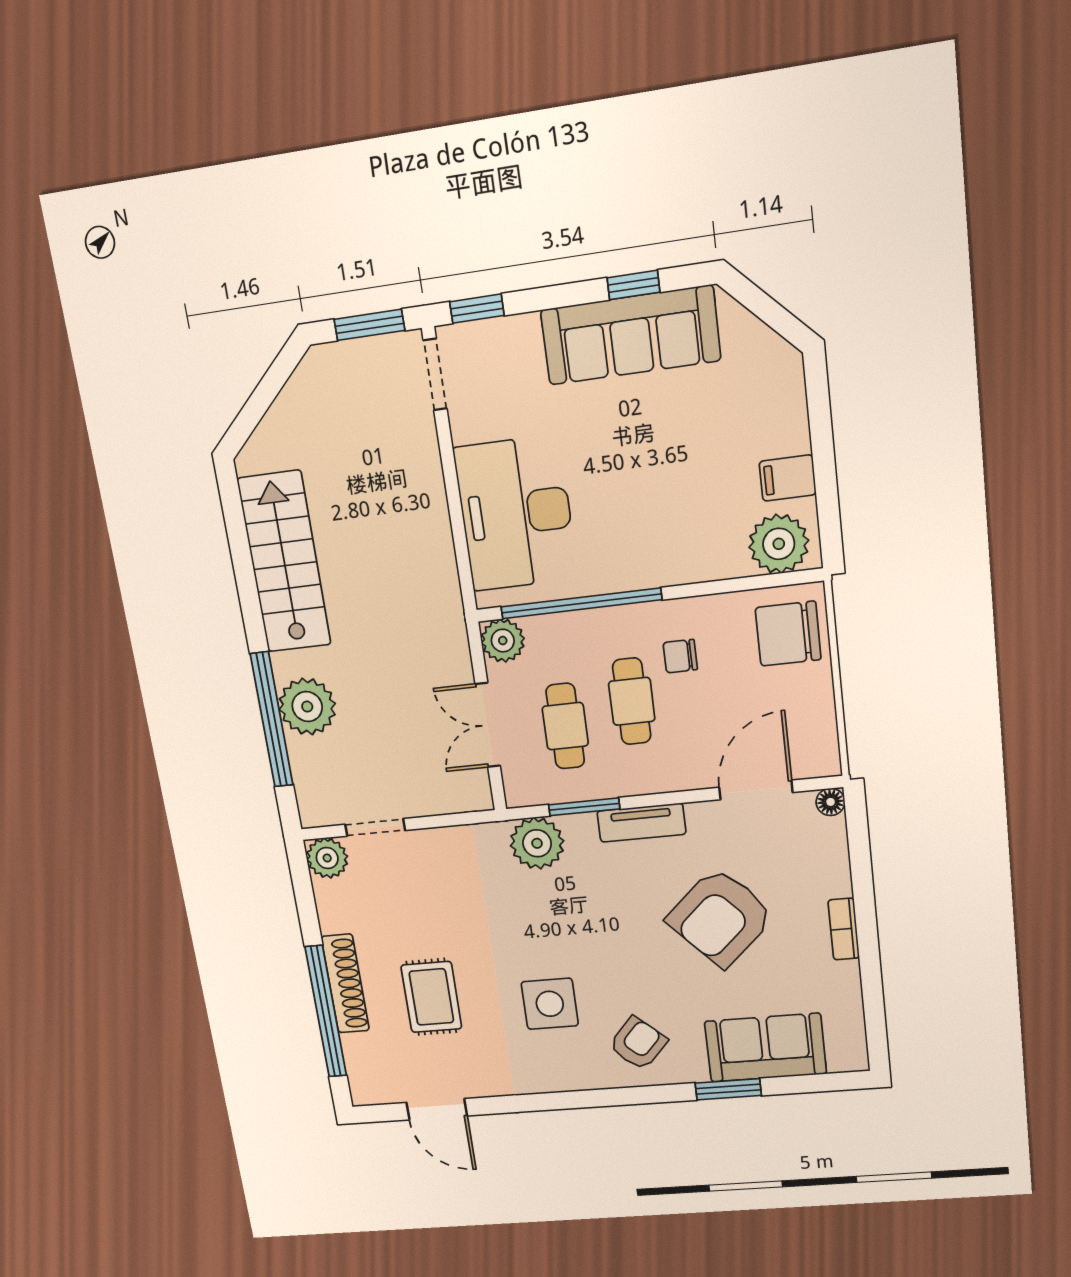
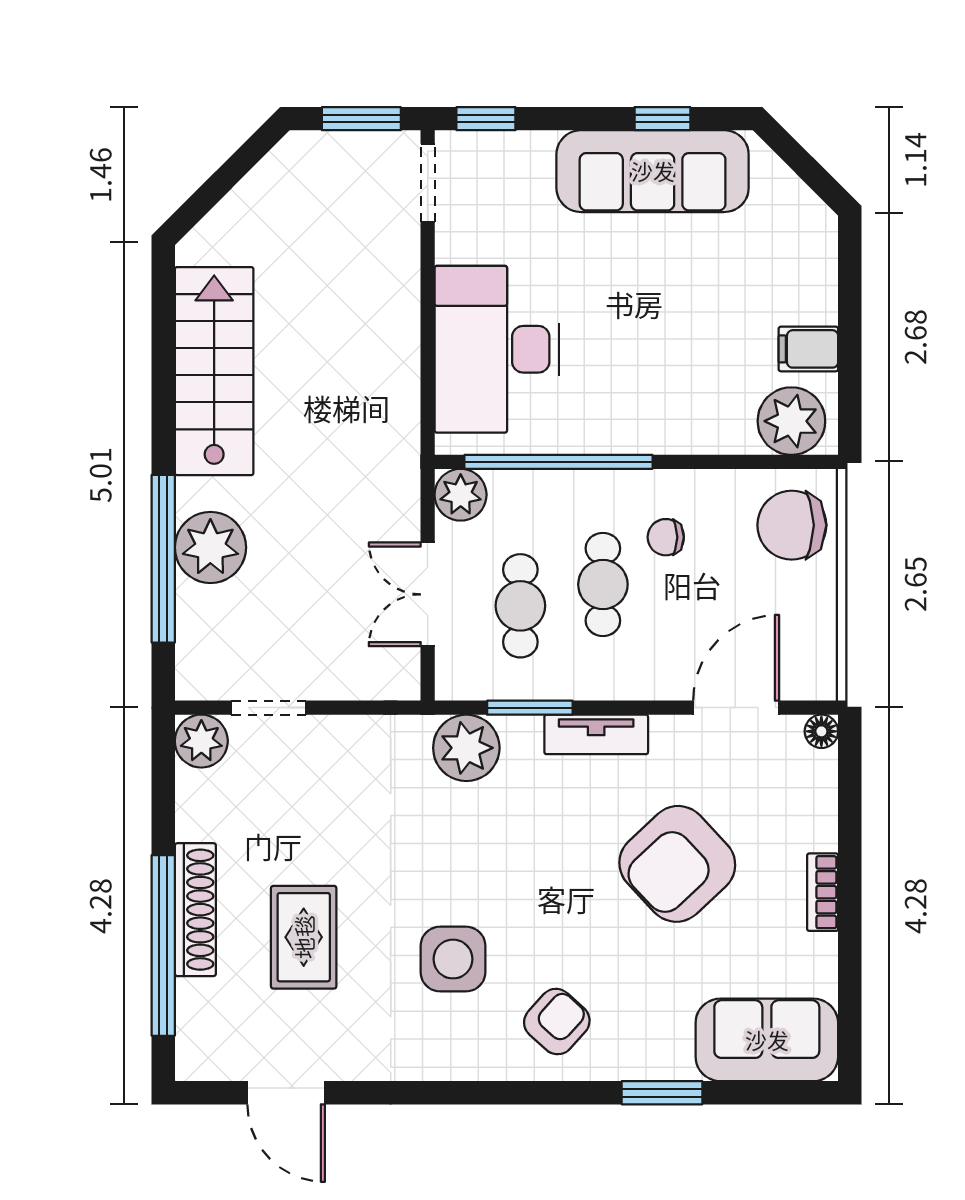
sofa: (765, 1048) -> (767, 1040), moved

